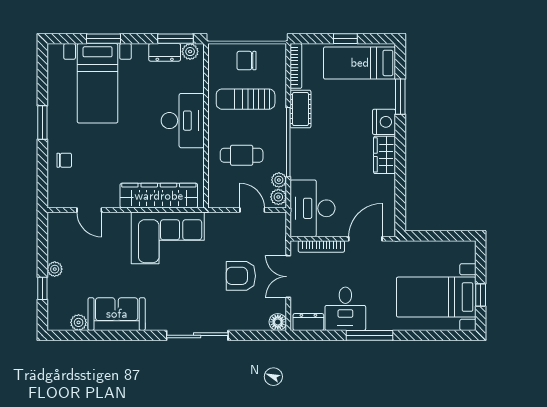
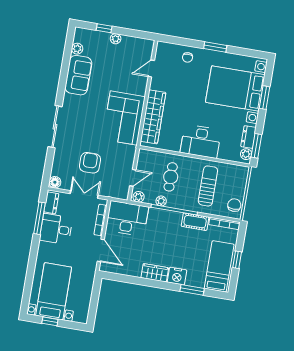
chair: (247, 61) -> (234, 205), moved
bed with nightstands: (98, 83) -> (235, 88), width x1.36
plant: (279, 180) -> (161, 201), moved
window: (370, 335) -> (40, 218), moved

